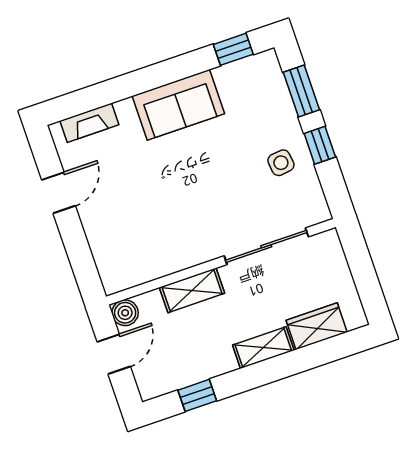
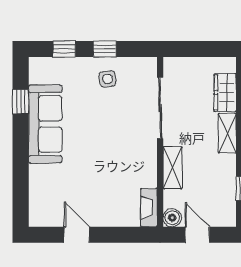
window: (233, 49) -> (21, 102), moved
window: (301, 91) -> (64, 49), width x0.67
sofa: (178, 105) -> (45, 124), width x1.36
fireplace: (89, 123) -> (149, 208), moved, turned 180

